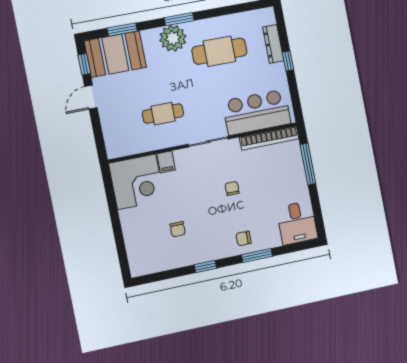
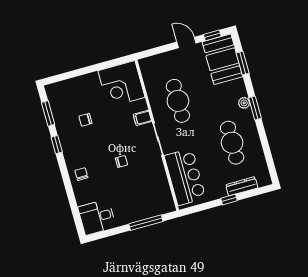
plant: (173, 38) -> (244, 103), width x0.53, depth x0.53
cafe table: (163, 114) -> (178, 101), width x1.37, depth x1.35
bookcase: (269, 138) -> (165, 189), removed
filing cabinet: (166, 162) -> (142, 118), moved
window: (257, 255) -> (48, 113), moved

